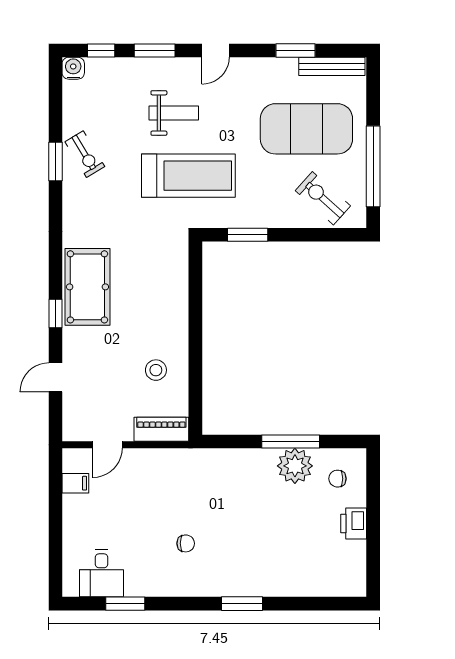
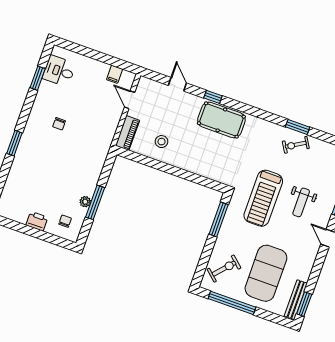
window: (296, 50) -> (304, 304), moved
window: (248, 235) -> (219, 219), width x1.44
plant: (295, 466) -> (85, 202), width x0.53, depth x0.53

